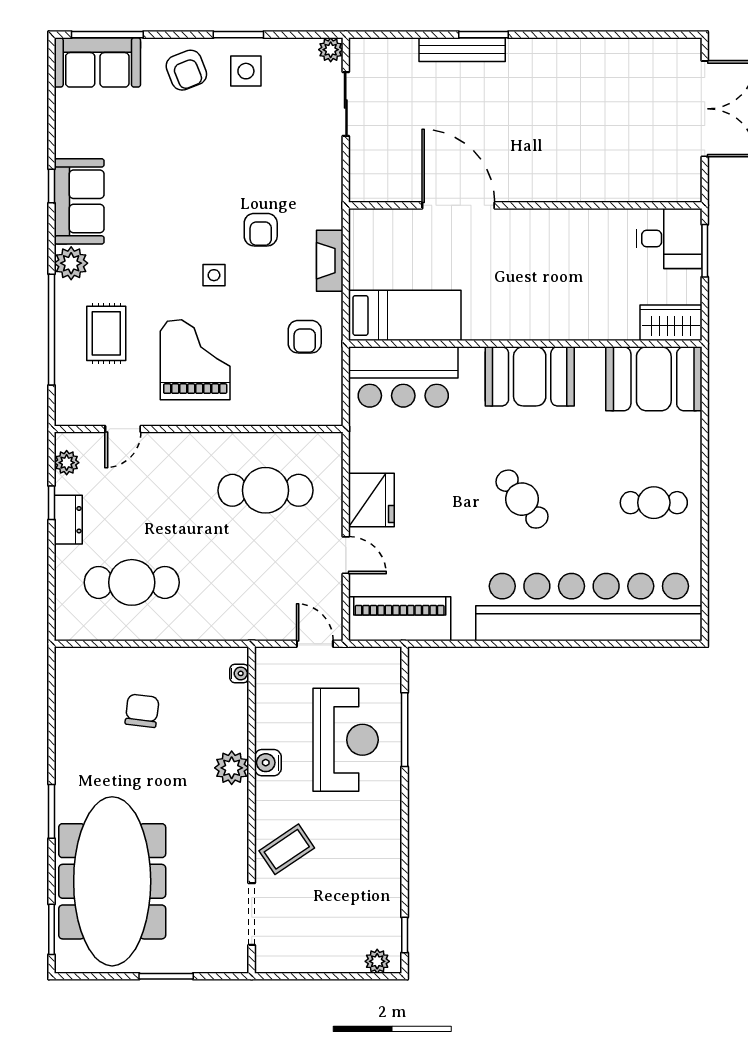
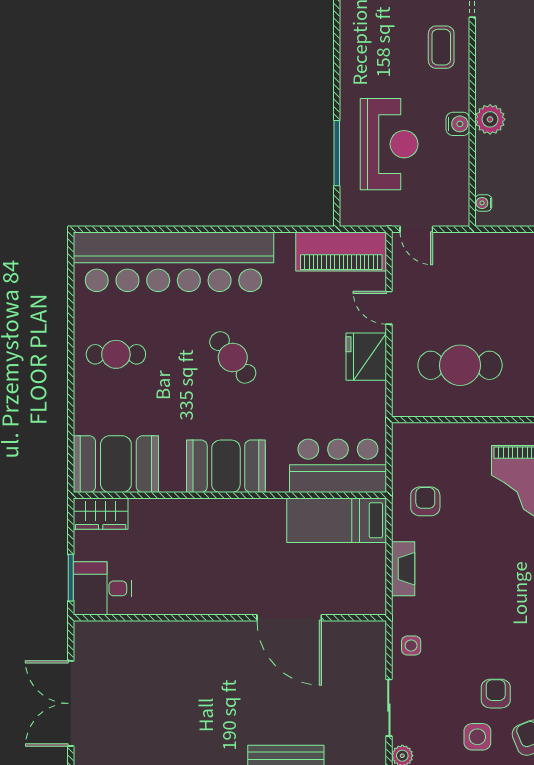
armchair: (261, 230) -> (496, 694), moved
side table: (214, 275) -> (411, 646), moved
reception desk: (346, 740) -> (389, 144), turned 180
coffee table: (287, 849) -> (441, 47), turned -56

